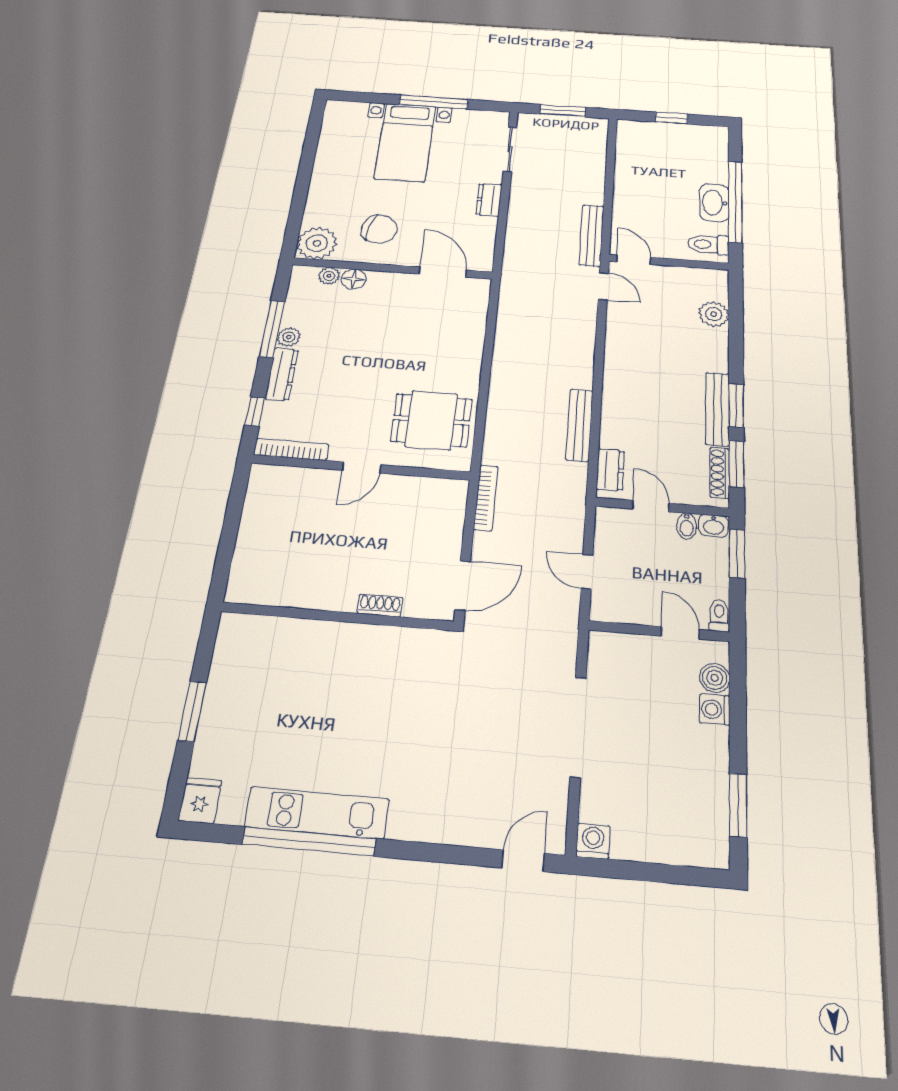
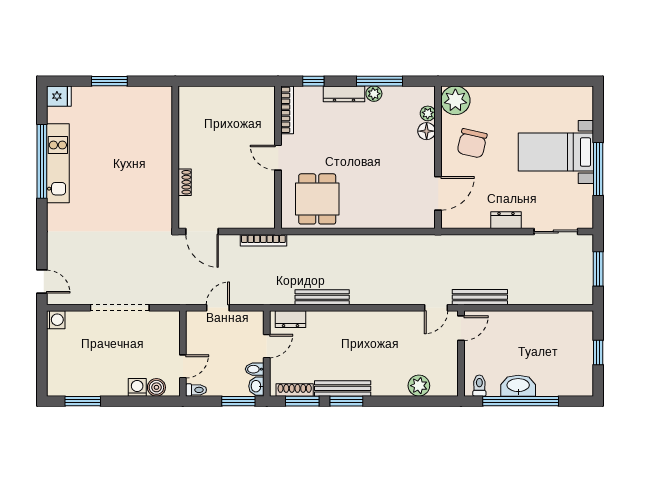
toilet: (708, 244) -> (479, 386), width x0.73, depth x0.72

